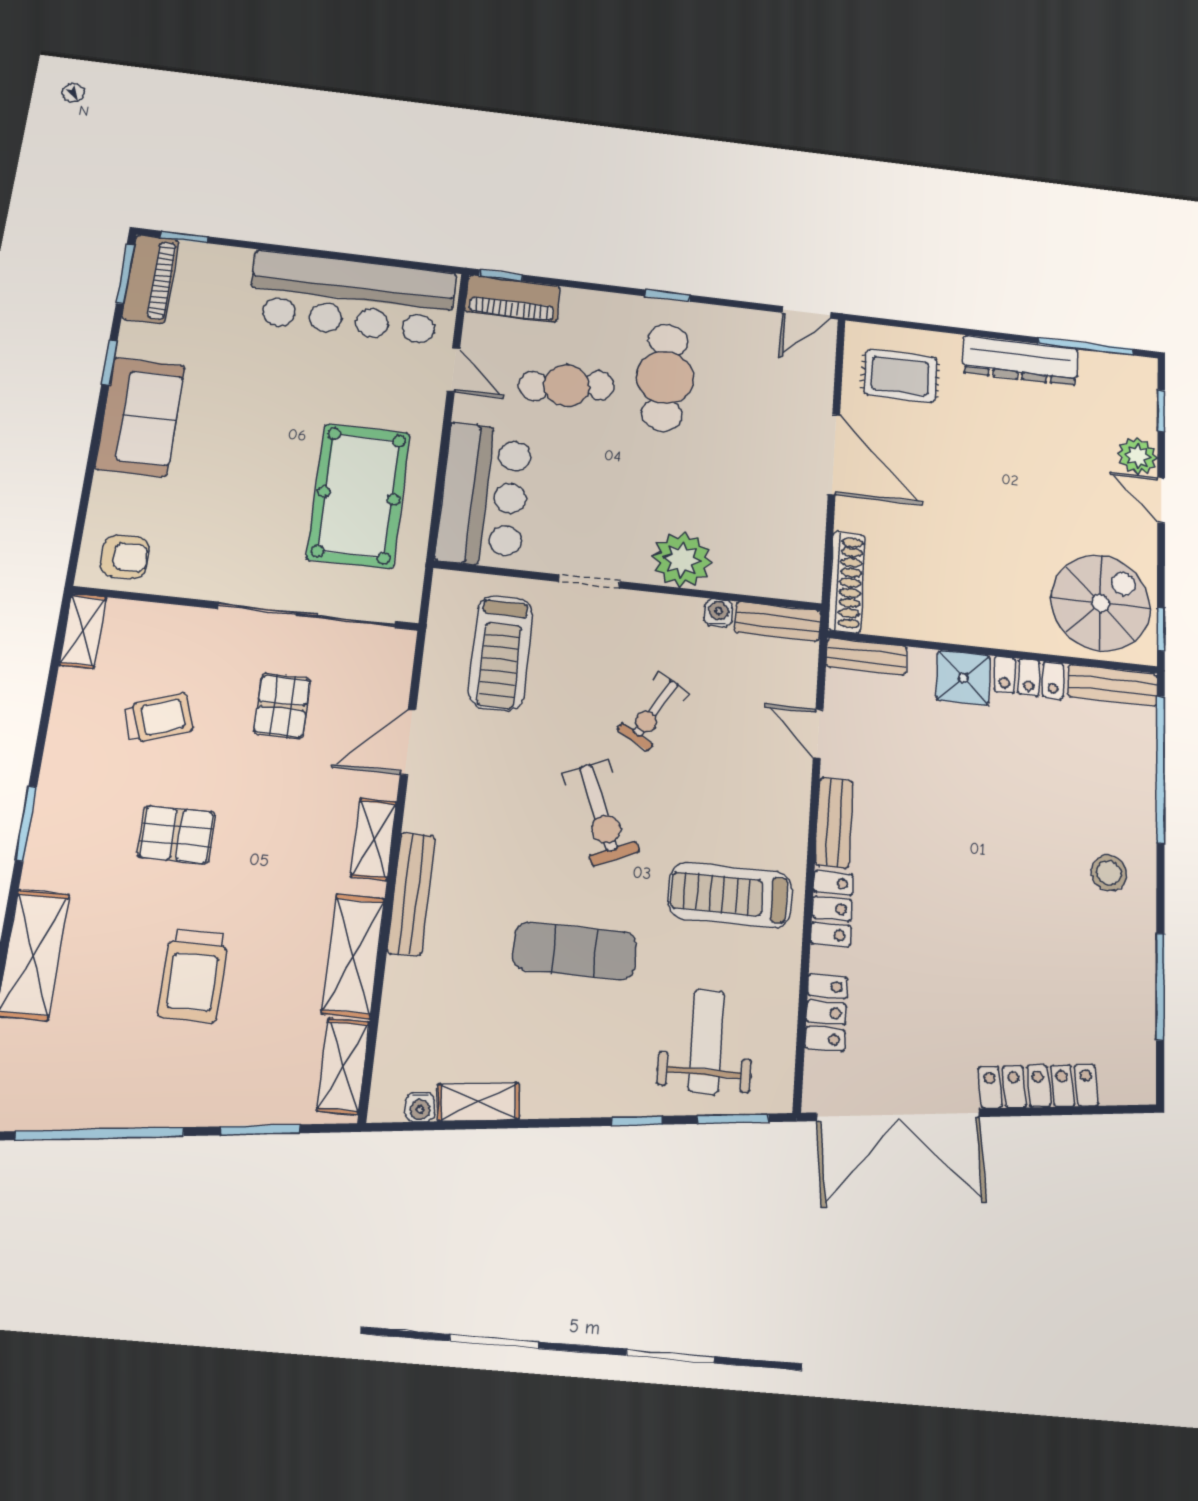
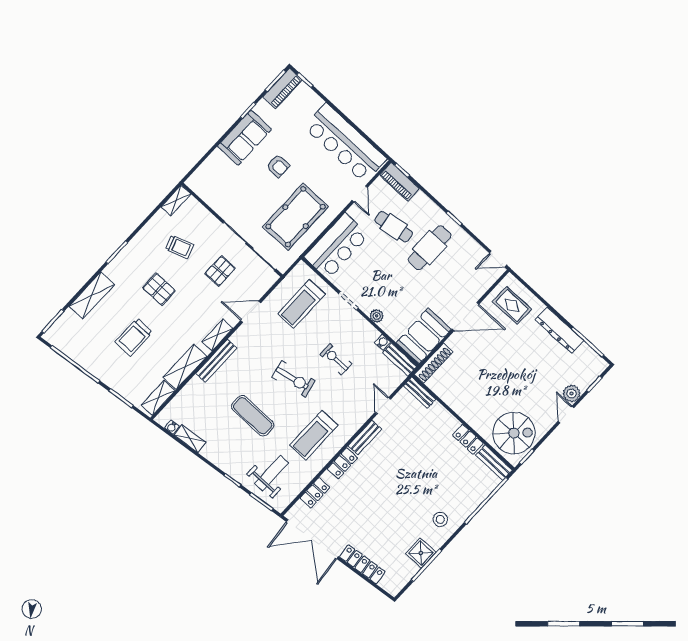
door: (834, 454) -> (466, 317), hinge flipped
booth: (787, 545) -> (424, 336), added
armchair: (125, 557) -> (278, 166), moved
plant: (682, 560) -> (377, 316), width x0.53, depth x0.53
shower: (963, 678) -> (421, 553), moved
exercise bike: (654, 711) -> (336, 359), turned 60
exercise bike: (601, 812) -> (294, 379), turned -79
treadmill: (730, 895) -> (314, 435), turned -90

